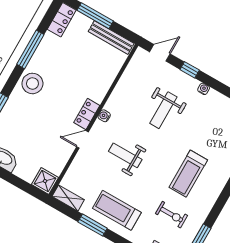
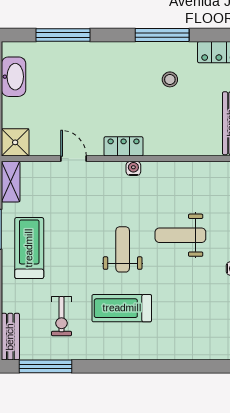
stool: (32, 83) -> (170, 79), moved, width x0.53, depth x0.53
door: (83, 139) -> (74, 159), moved
weight bench: (125, 155) -> (123, 249), moved

